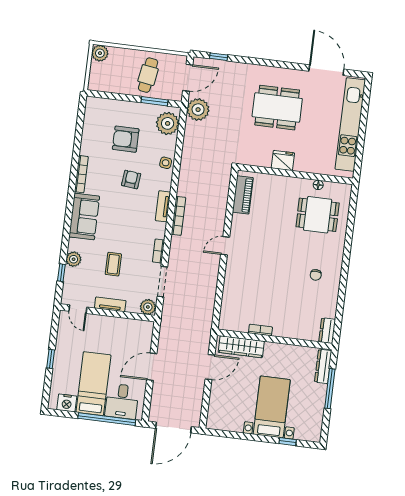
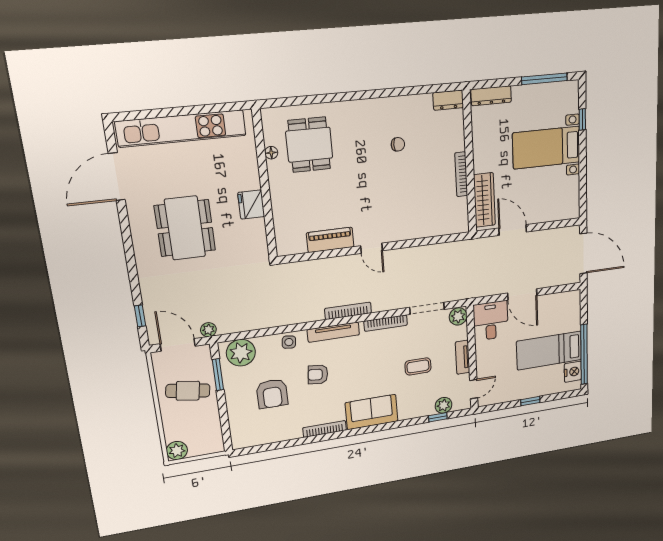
plant: (198, 110) -> (208, 330), width x0.53, depth x0.53
piano: (243, 195) -> (330, 240), moved
tv unit: (163, 206) -> (333, 332), width x1.41
bookcase: (159, 251) -> (386, 323), width x1.56
plant: (74, 259) -> (444, 405), moved
chair: (316, 275) -> (398, 144), moved
bookcase: (260, 330) -> (461, 174), width x1.56
window: (330, 389) -> (544, 79), moved
desk: (122, 401) -> (491, 321), moved, turned -90
window: (107, 419) -> (584, 354), moved

